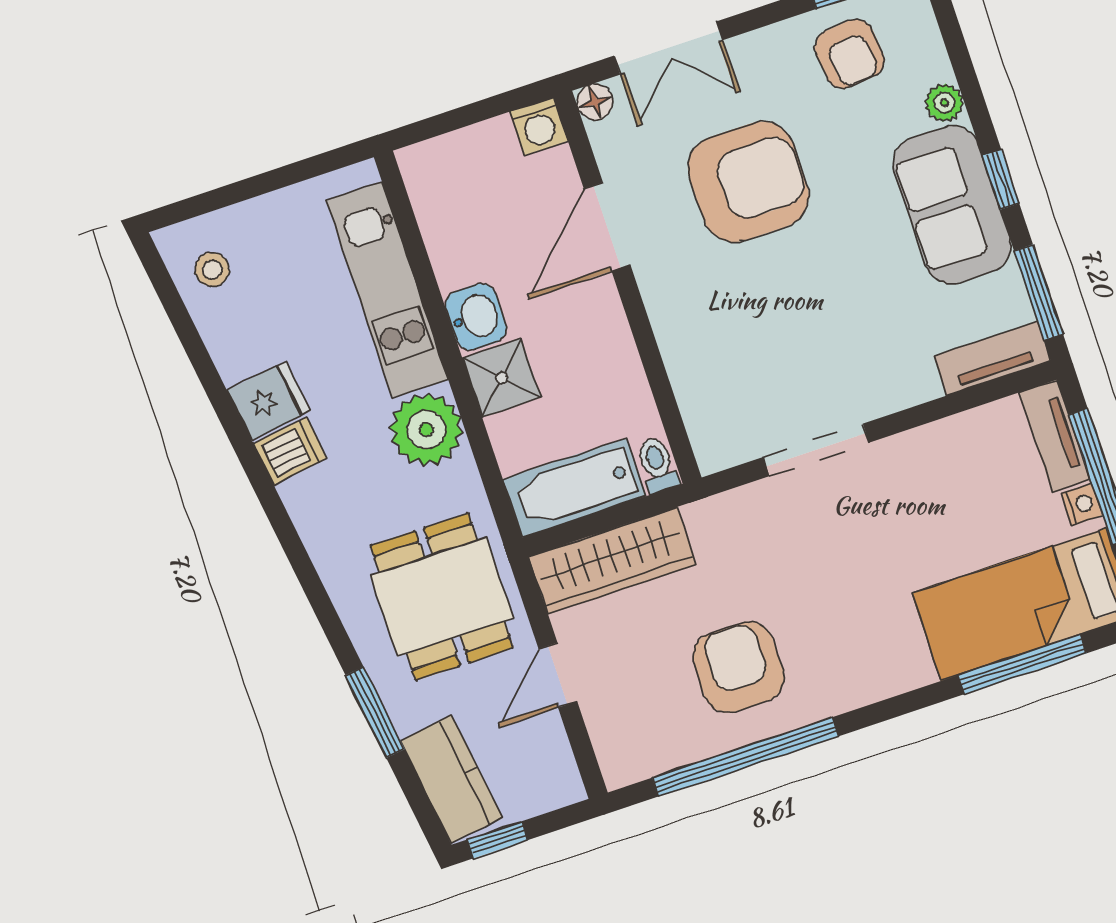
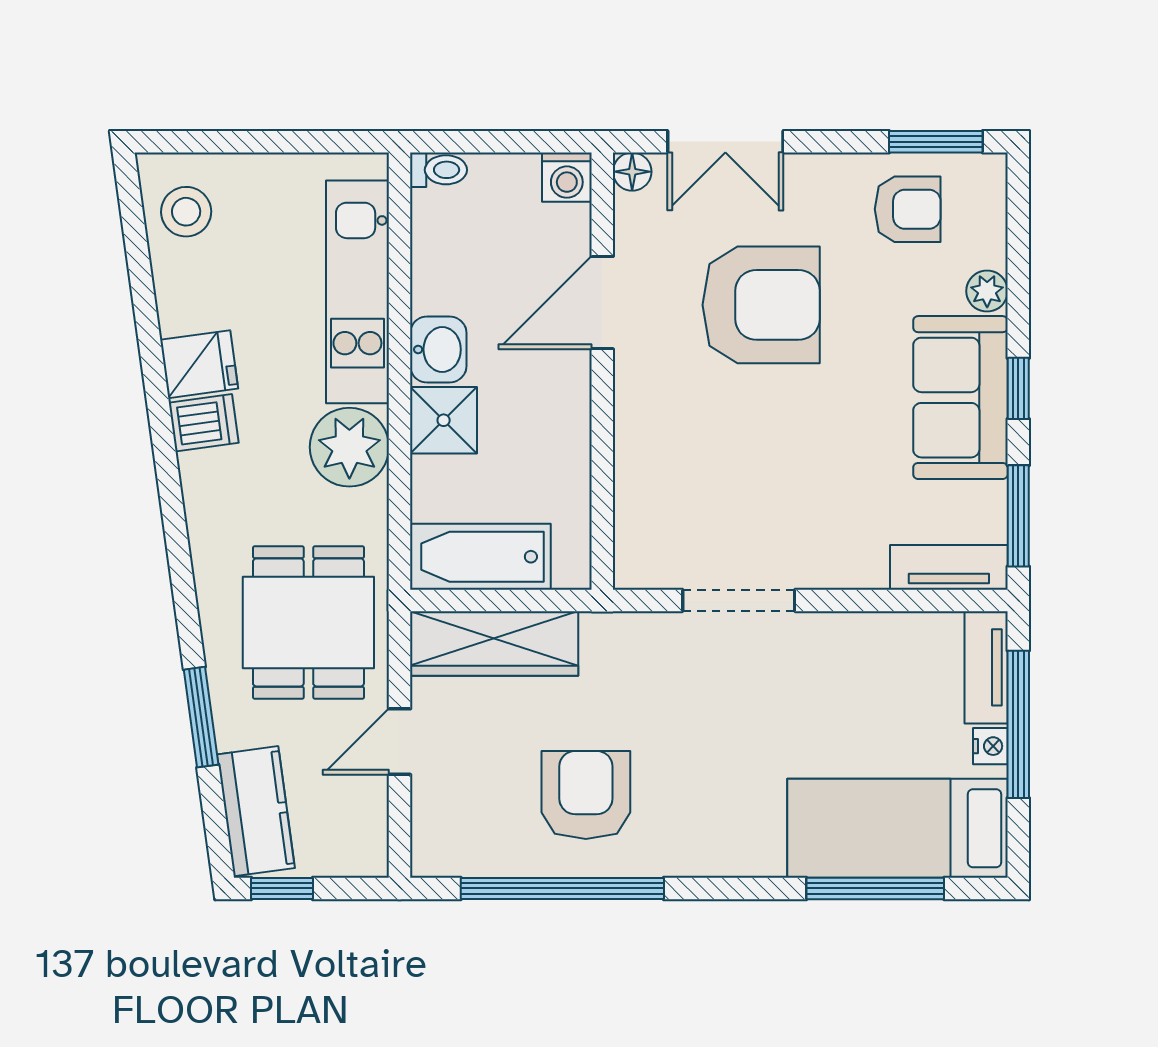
armchair: (850, 54) -> (908, 209), turned -84
stool: (212, 270) -> (186, 212), width x1.37, depth x1.37
toilet: (657, 465) -> (439, 170), moved, turned 90

